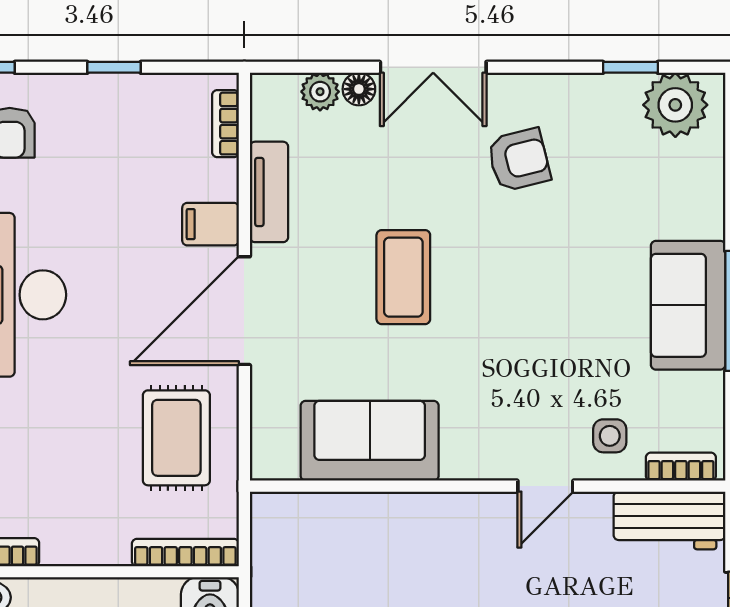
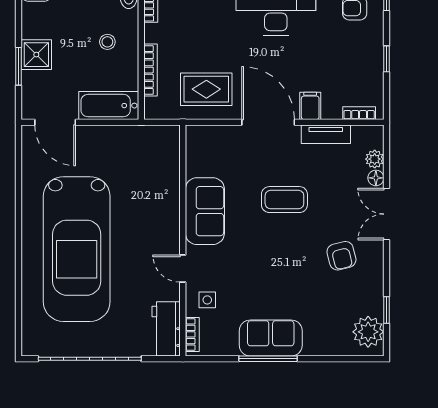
sofa: (370, 441) -> (205, 211), moved
bookcase: (185, 553) -> (151, 70), moved

